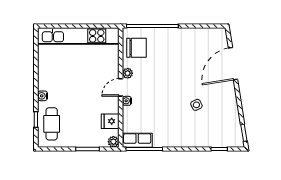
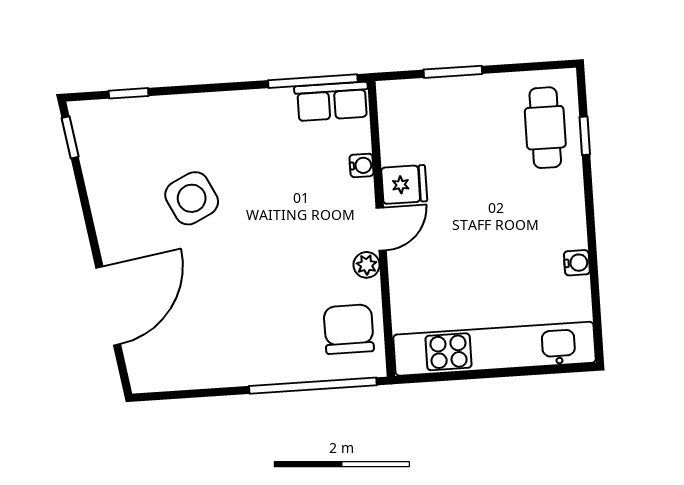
chair: (136, 48) -> (349, 329), turned 90
water cooler: (42, 96) -> (577, 263), moved
water cooler: (127, 101) -> (361, 165), moved
side table: (196, 105) -> (192, 198), width x1.87, depth x1.87
fridge: (110, 121) -> (404, 185), moved
plant: (113, 142) -> (390, 94), removed

